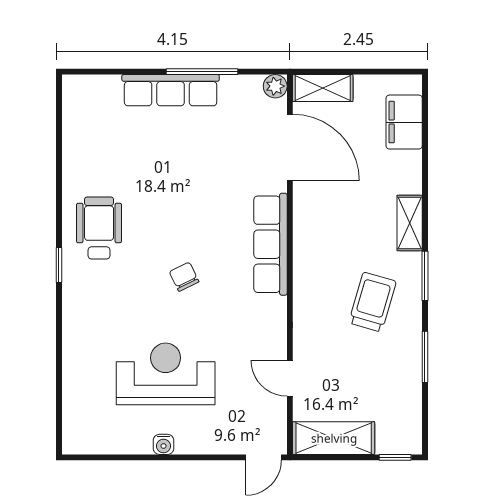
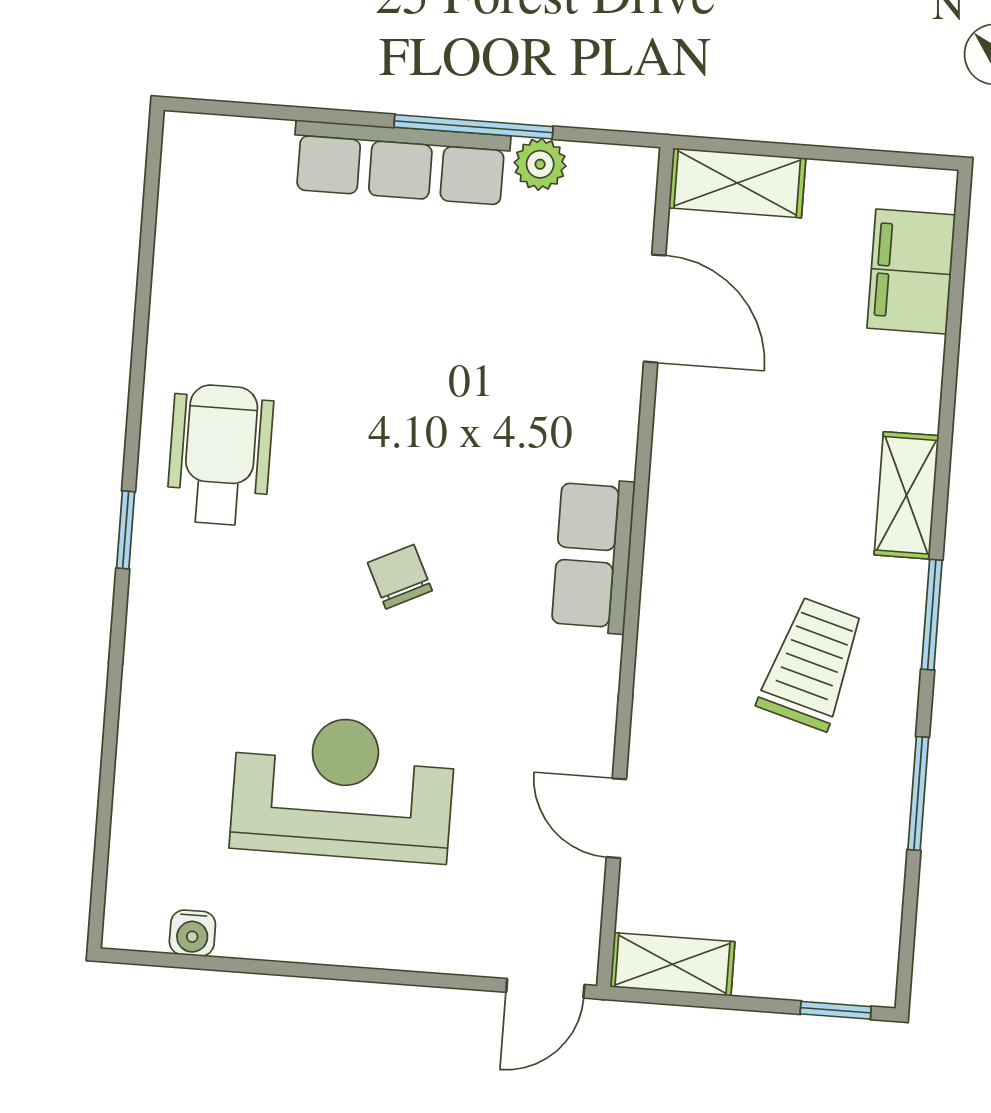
plant: (275, 86) -> (540, 164), moved
door: (290, 147) -> (655, 309), width x0.73
row of seats: (270, 244) -> (593, 556), width x0.68
shelving: (334, 438) -> (672, 964), width x0.67, depth x0.75
water cooler: (164, 444) -> (192, 933), moved

